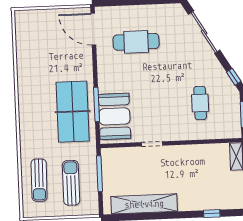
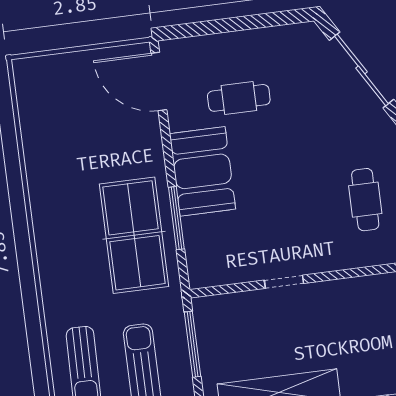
cafe table: (136, 42) -> (239, 98), width x0.73, depth x0.74
booth: (114, 116) -> (203, 171), moved

